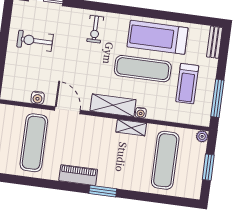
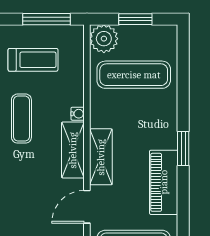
exercise mat: (143, 69) -> (21, 119), width x0.73, depth x0.69
shelving: (131, 128) -> (101, 157), moved, width x1.50, depth x1.33
plant: (202, 136) -> (104, 39), width x1.88, depth x1.88
piano: (78, 175) -> (164, 182), width x1.37, depth x1.33

